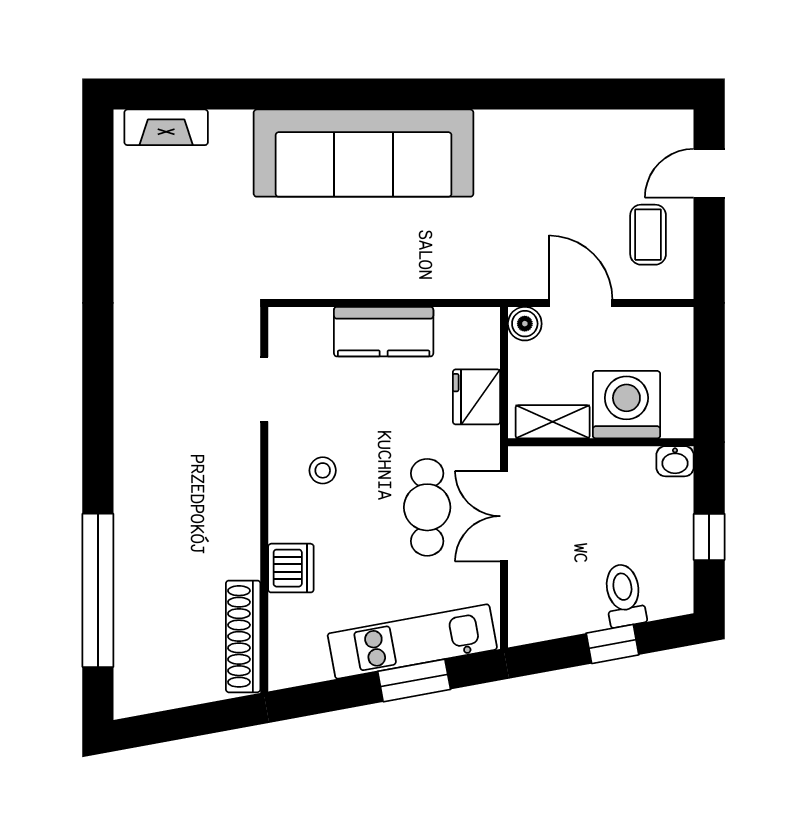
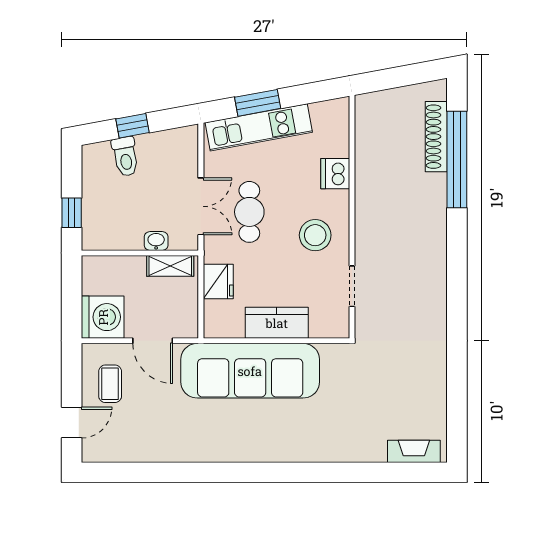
sofa: (364, 153) -> (250, 371), moved, turned 180
boiler: (525, 324) -> (188, 328), removed
washing machine: (626, 405) -> (103, 317), moved, turned -90
washbasin: (675, 461) -> (156, 241), moved
stool: (323, 470) -> (315, 235), width x1.89, depth x1.89
window: (709, 537) -> (72, 213), moved
shoe rack: (243, 636) -> (436, 137), moved, turned 180

